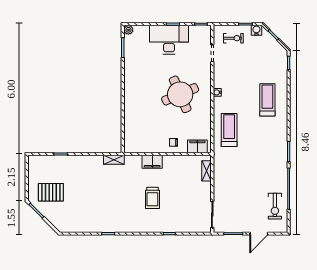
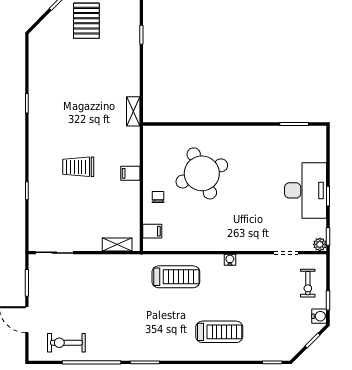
plant: (128, 30) -> (320, 244), moved
round table: (180, 94) -> (202, 173), moved
filing cabinet: (197, 146) -> (152, 231), width x0.50
filing cabinet: (152, 162) -> (130, 173), width x0.50

